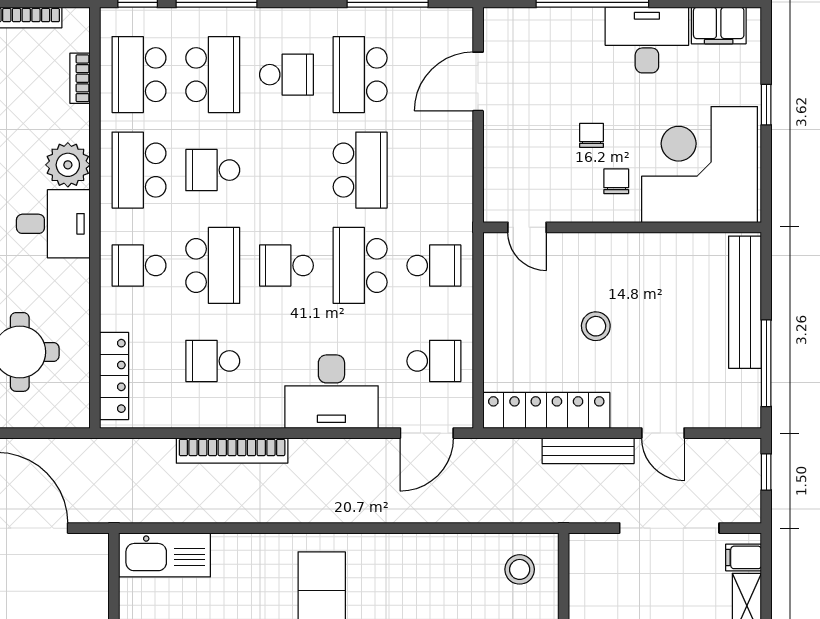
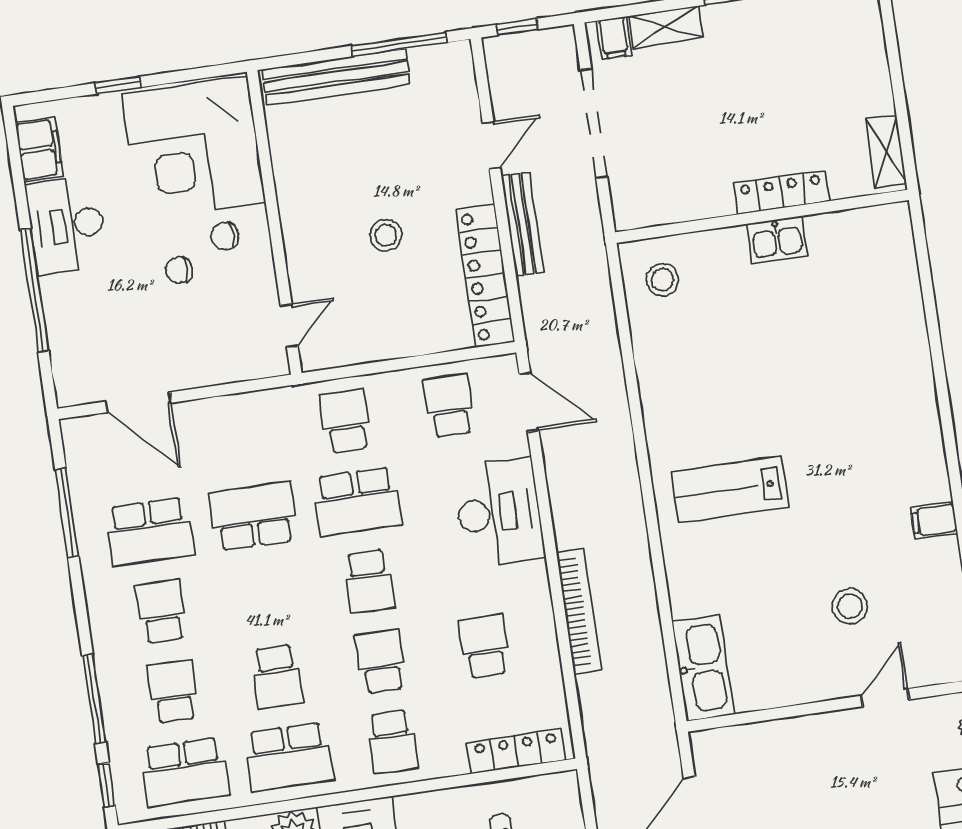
school desk: (213, 75) -> (173, 692), width x0.54
school desk: (213, 265) -> (381, 661), width x0.54
school desk: (213, 361) -> (484, 646), turned 180

